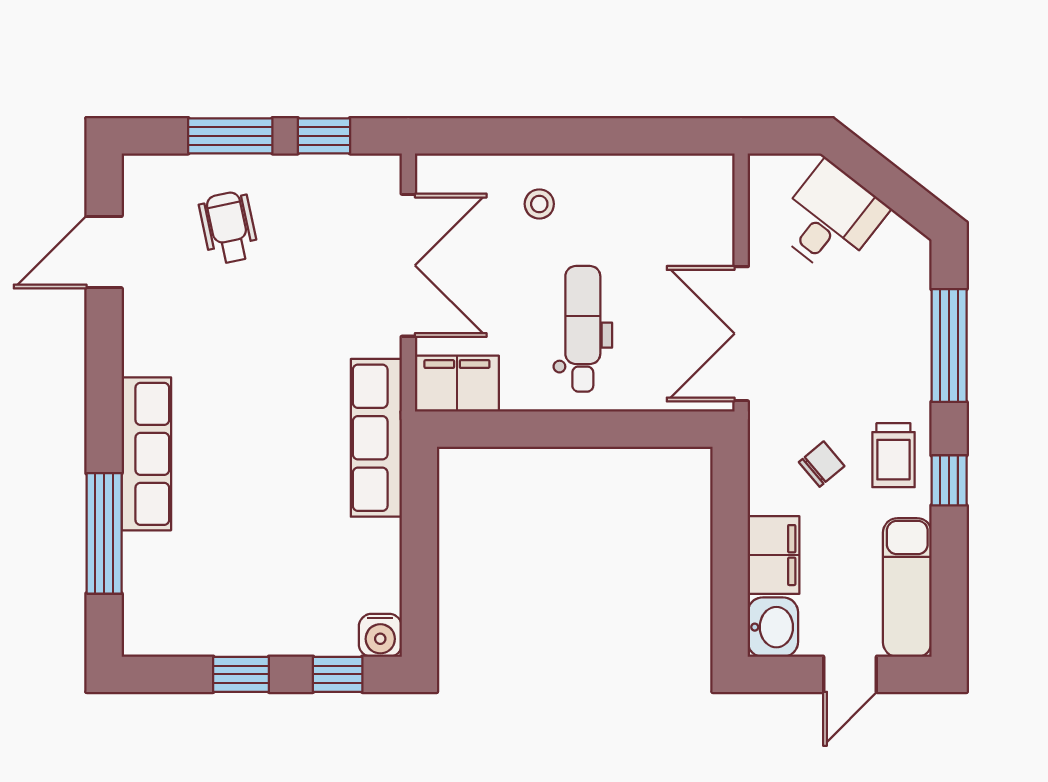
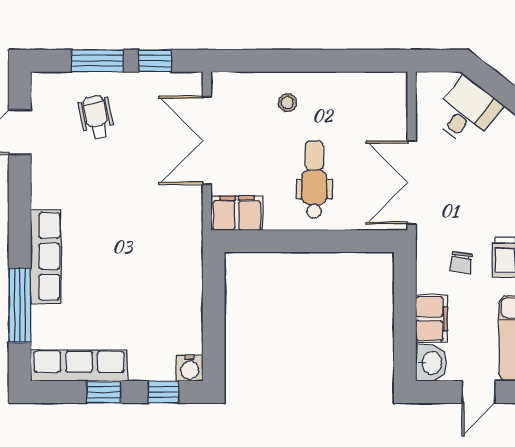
double door: (408, 265) -> (207, 140), swing flipped
row of seats: (376, 438) -> (79, 366), moved, turned 90
chair: (822, 464) -> (461, 263), turned 138

